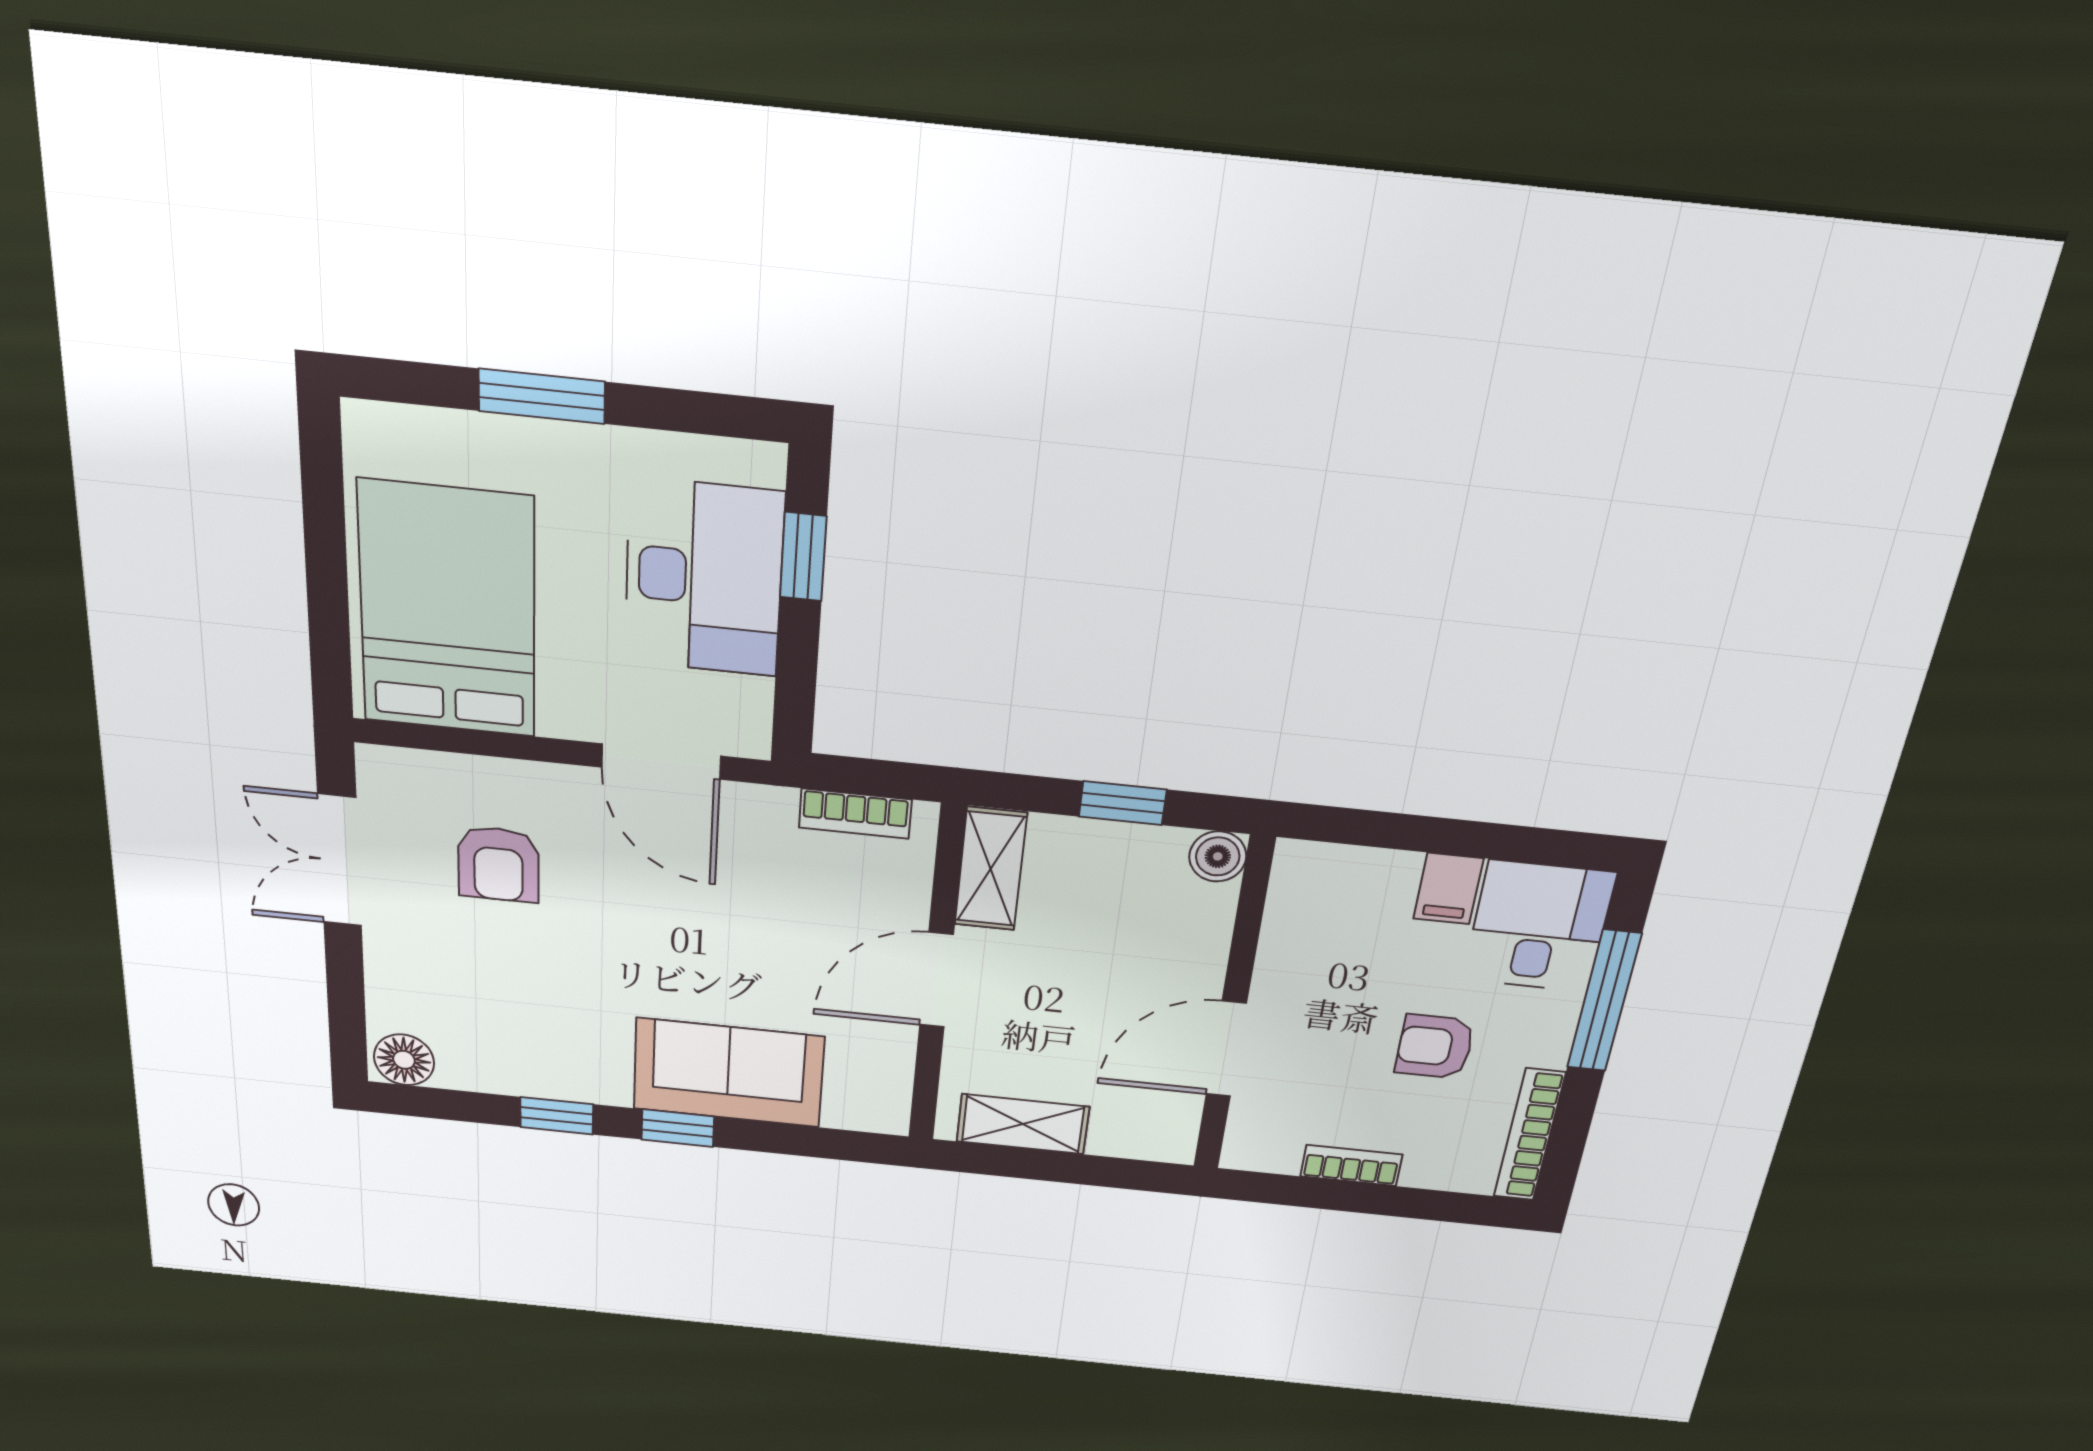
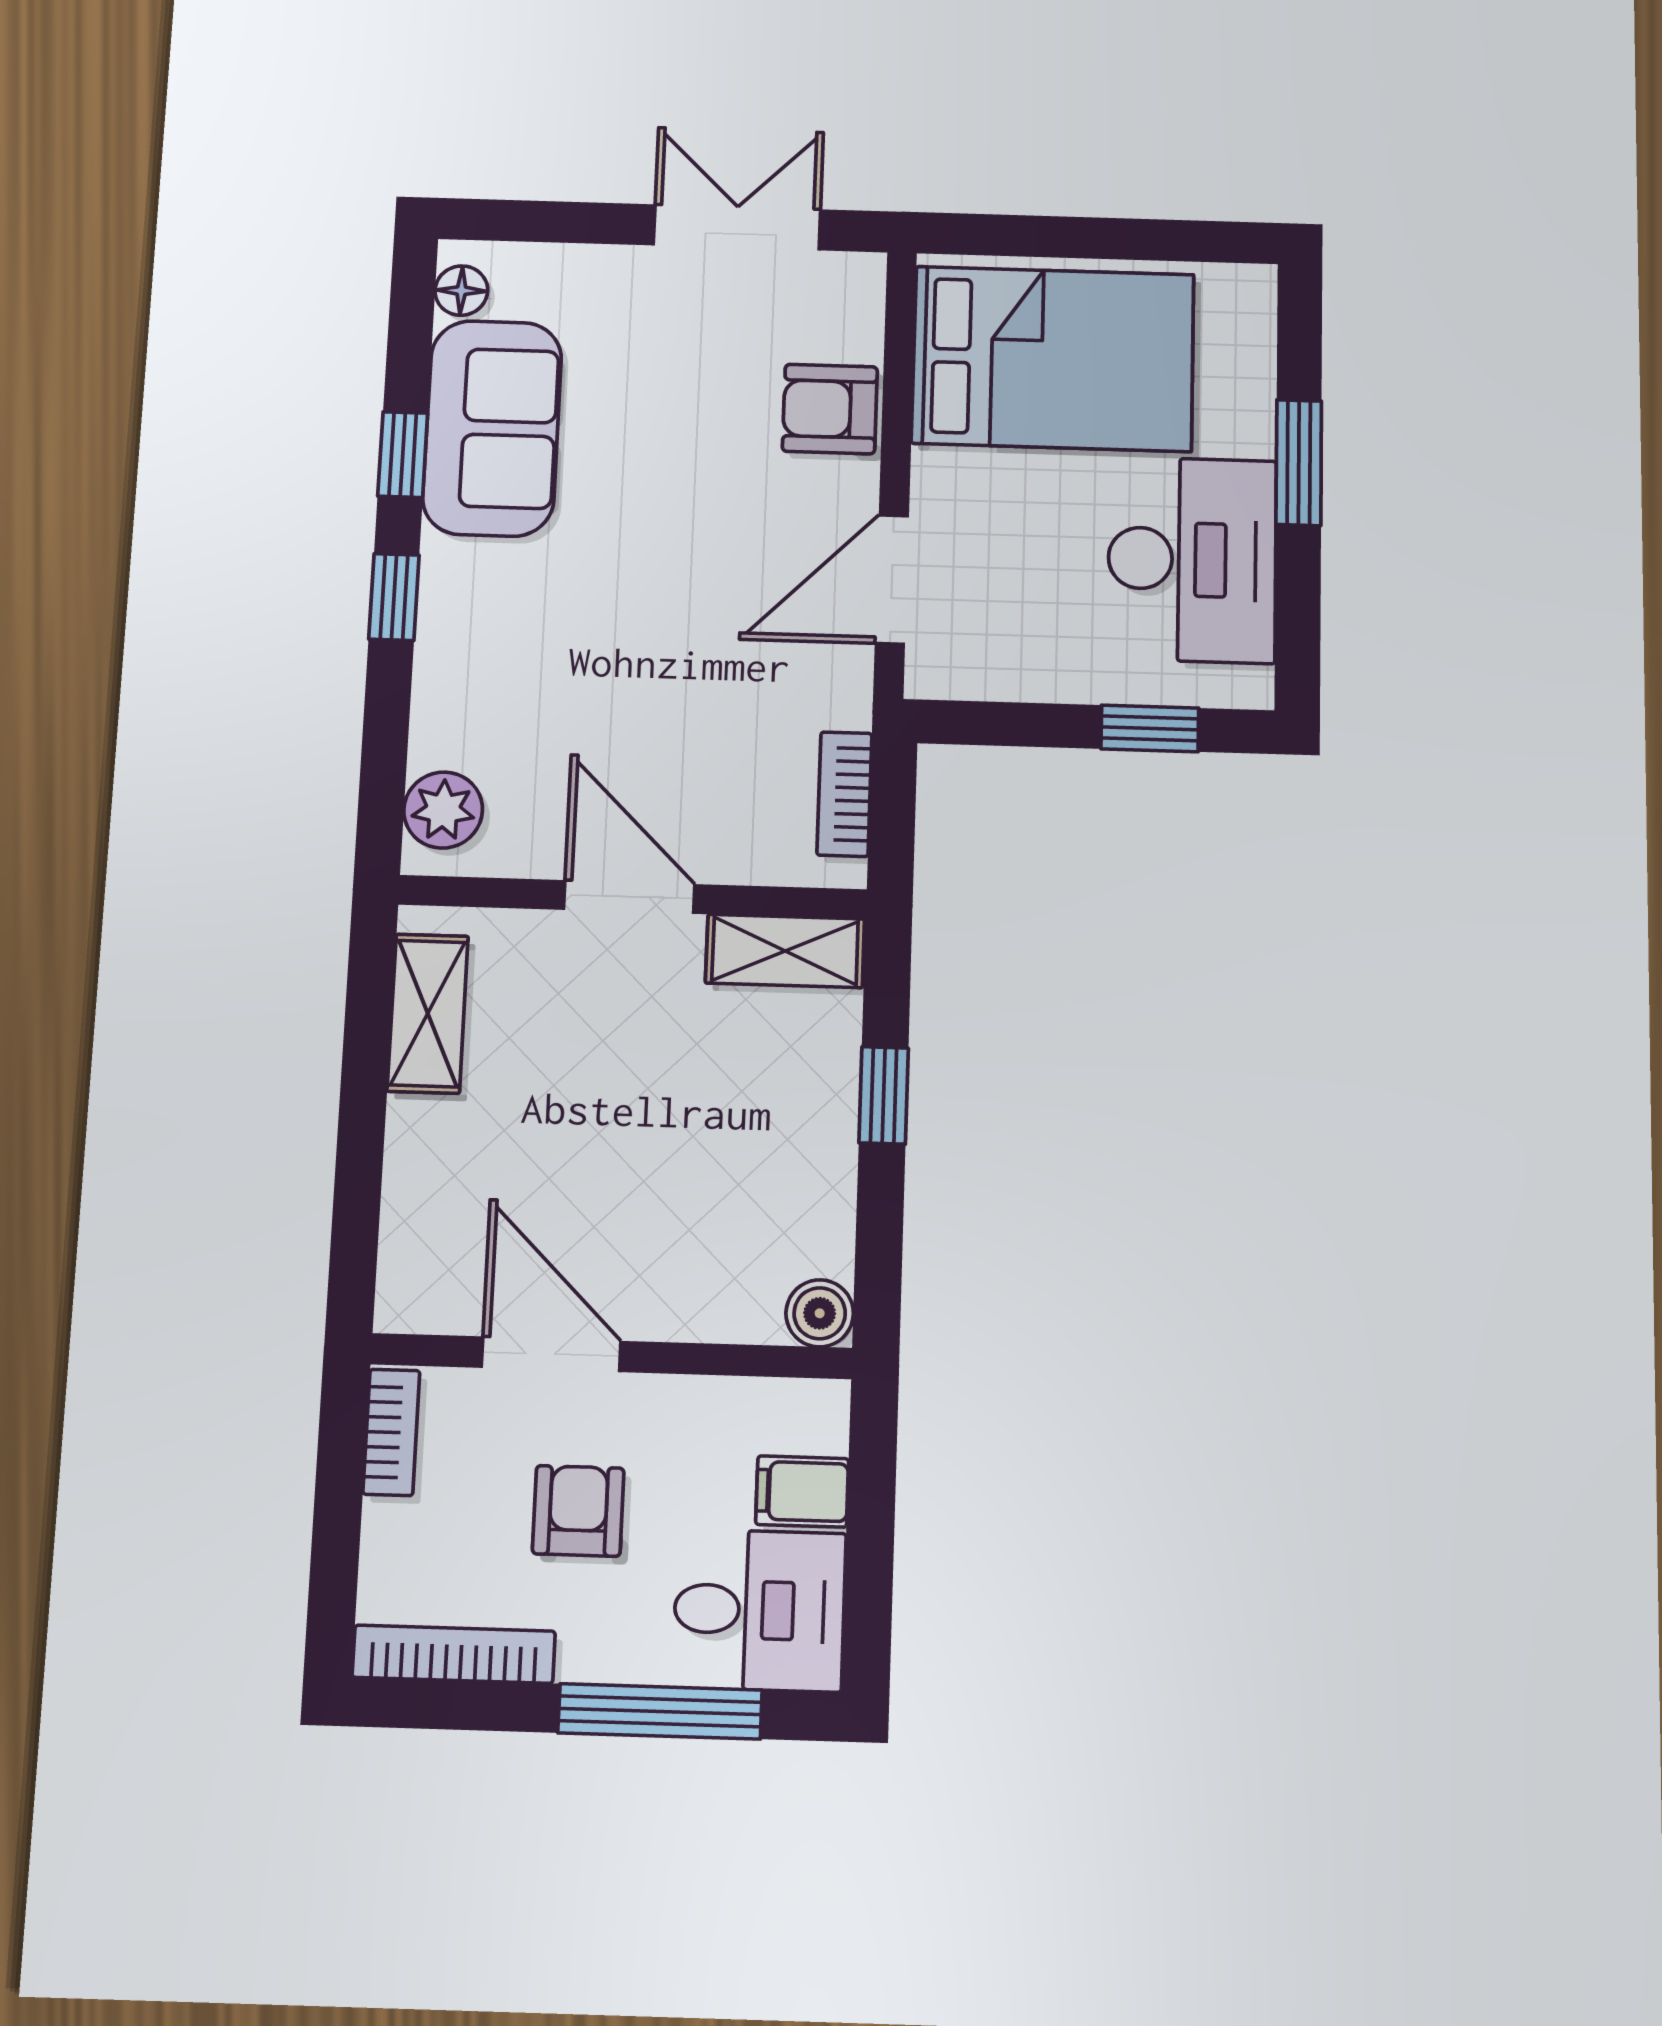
desk: (704, 578) -> (1192, 560), moved, turned -90
boiler: (1218, 856) -> (820, 1313), moved
armchair: (498, 864) -> (830, 409), moved
wall: (1233, 1008) -> (612, 1356), moved
door: (1226, 1049) -> (551, 1354), moved
floor lamp: (404, 1060) -> (461, 291), width x0.73, depth x0.73
sofa: (728, 1073) -> (492, 428), moved
plant: (857, 1105) -> (443, 810), added

